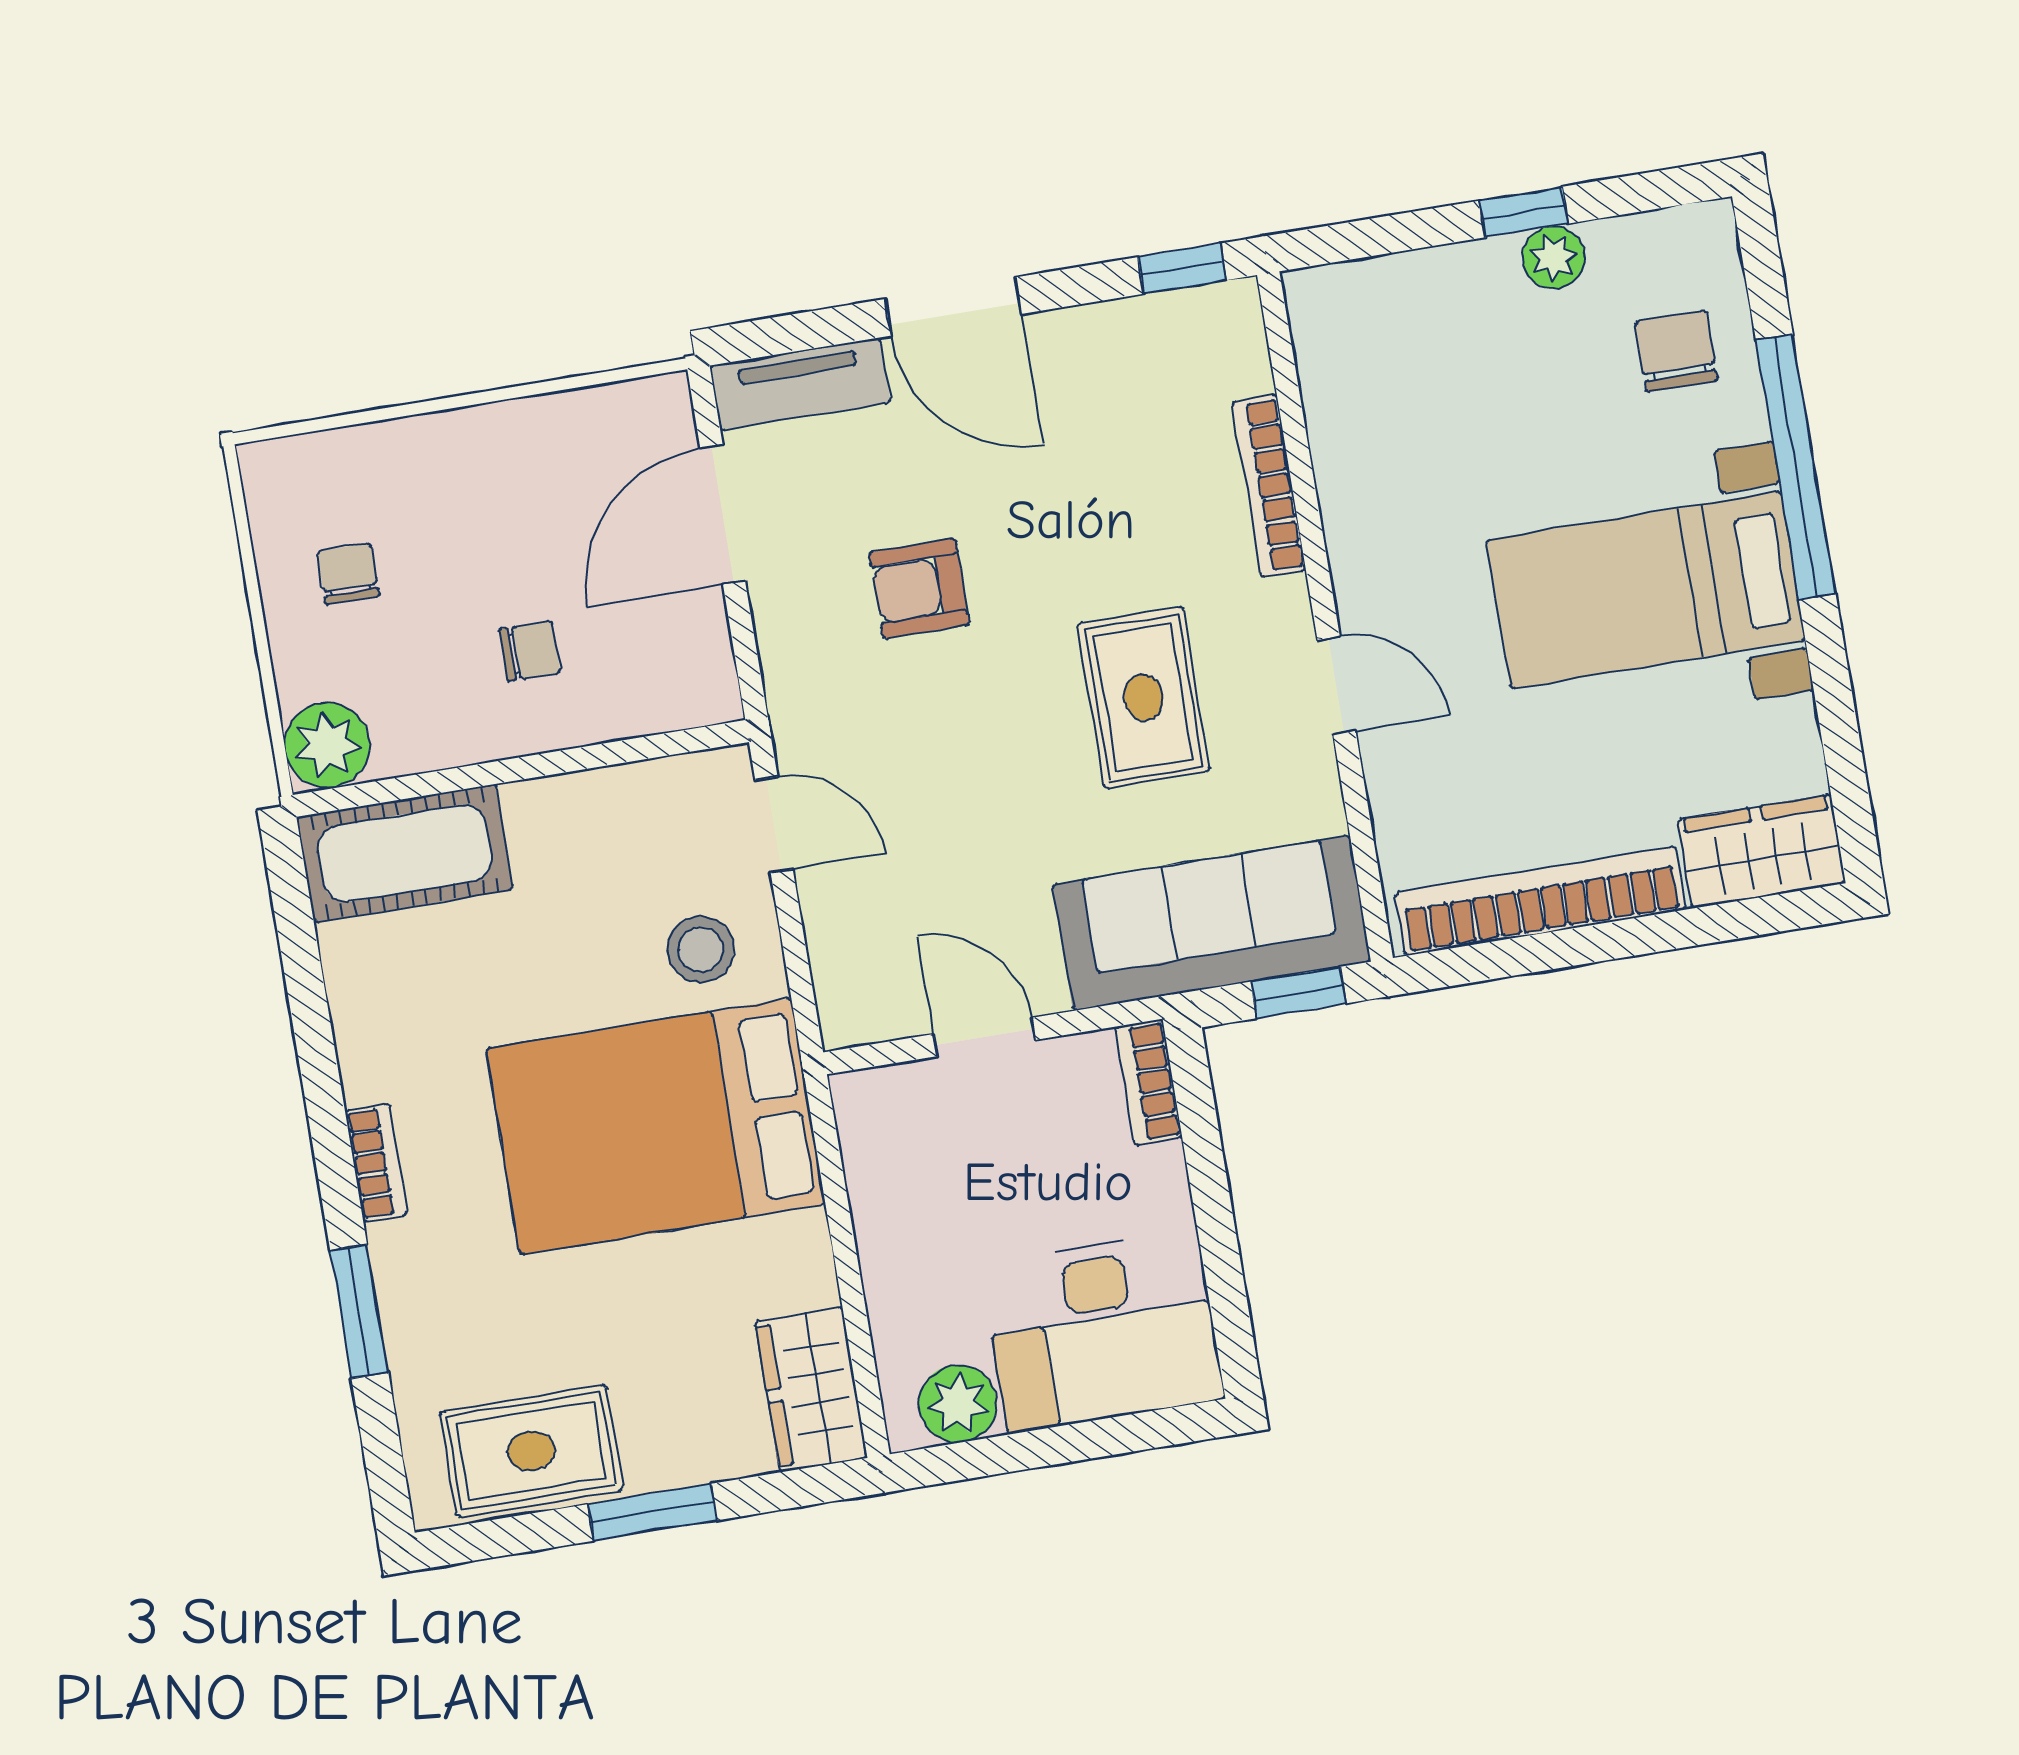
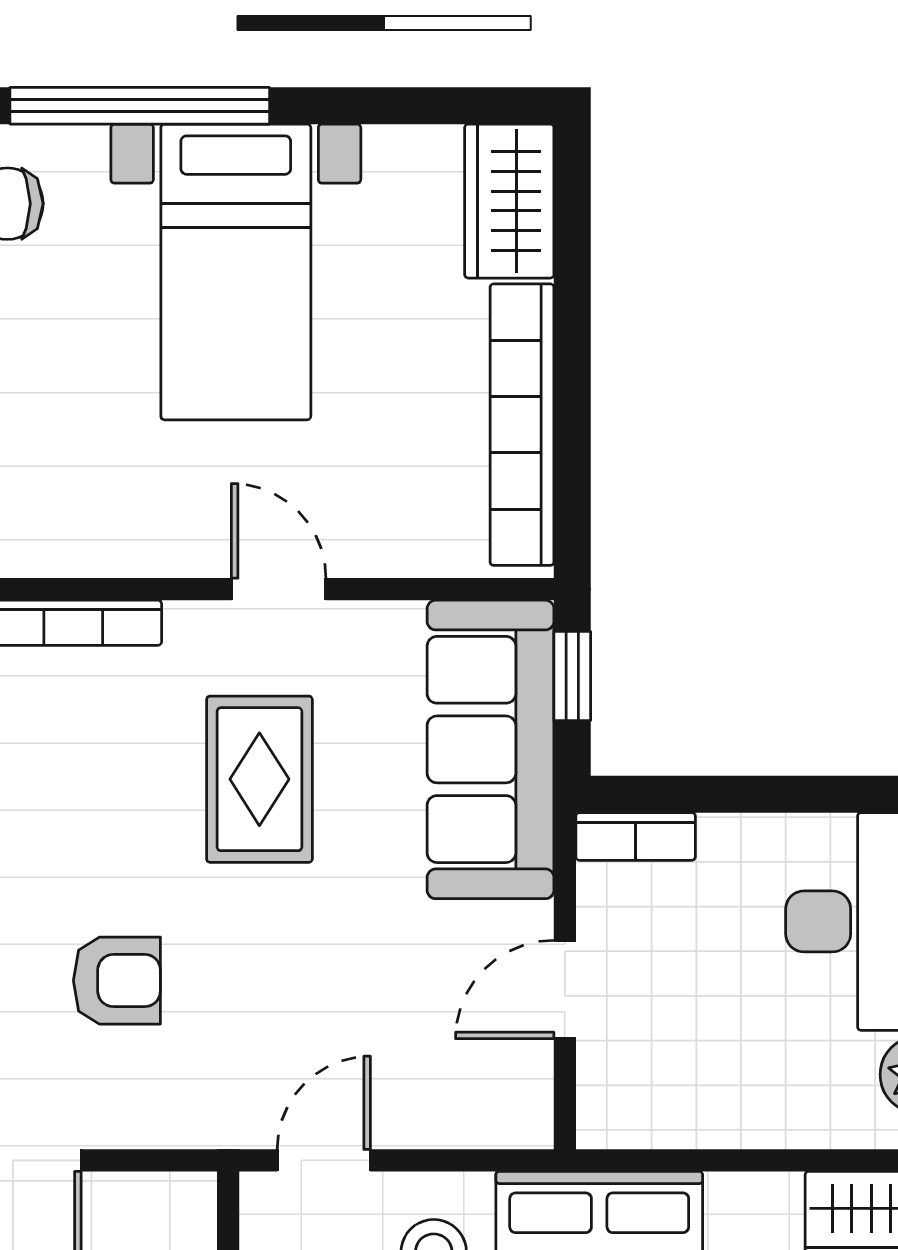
armchair: (919, 589) -> (117, 981), turned -90
door: (1336, 685) -> (279, 589), hinge flipped
rug: (1144, 697) -> (259, 779), turned 90

